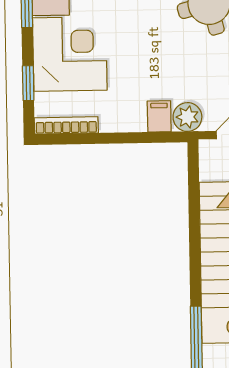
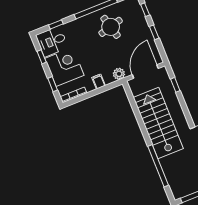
filing cabinet: (159, 116) -> (99, 82), moved

